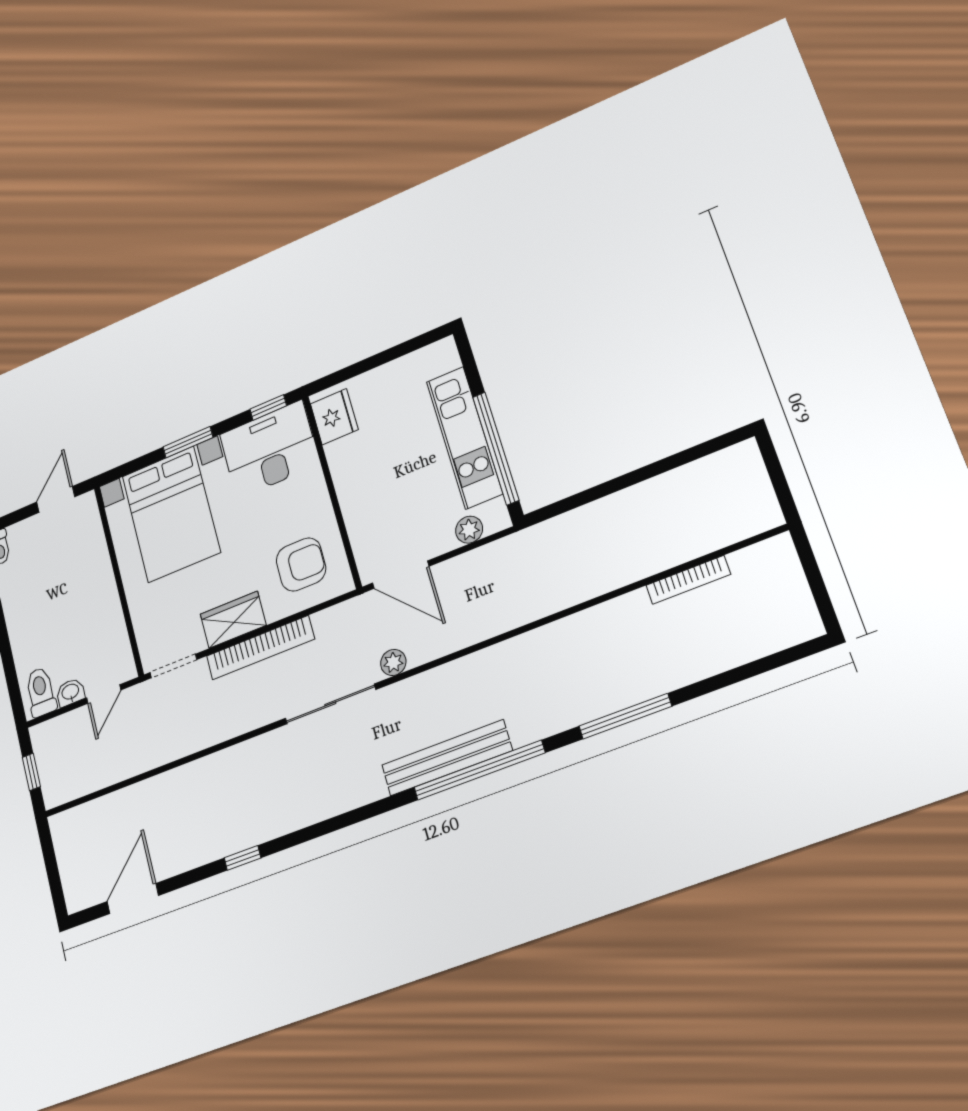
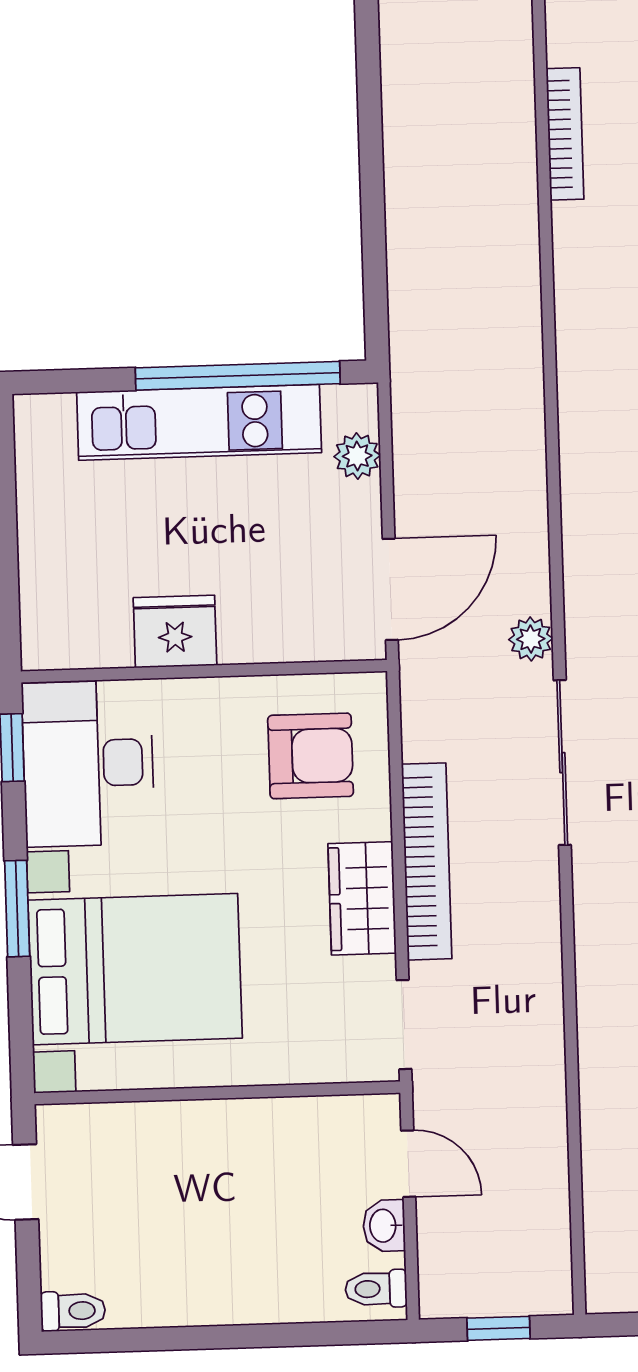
fridge: (334, 417) -> (175, 631), moved
armchair: (301, 564) -> (311, 756), turned 90
toilet: (41, 692) -> (376, 1289), width x0.73, depth x0.72

